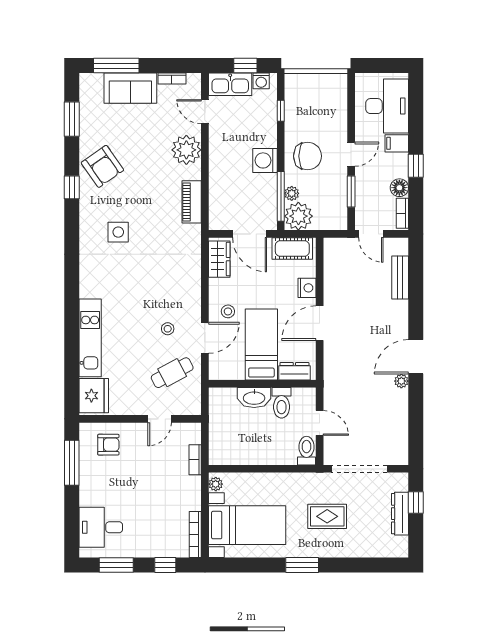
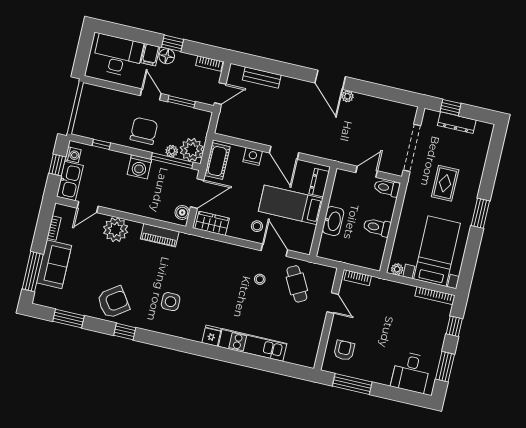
floor lamp: (399, 188) -> (167, 56), moved
boiler: (224, 222) -> (182, 212), added
fridge: (94, 396) -> (212, 336), moved, width x0.53, depth x0.75
toilet: (282, 403) -> (377, 227), moved, turned 180
bookcase: (195, 460) -> (358, 278), moved

